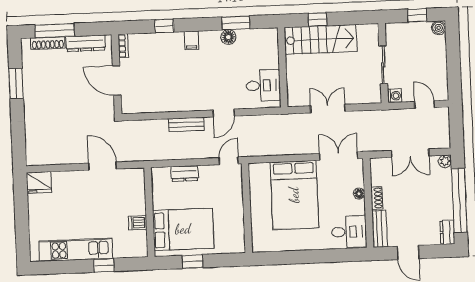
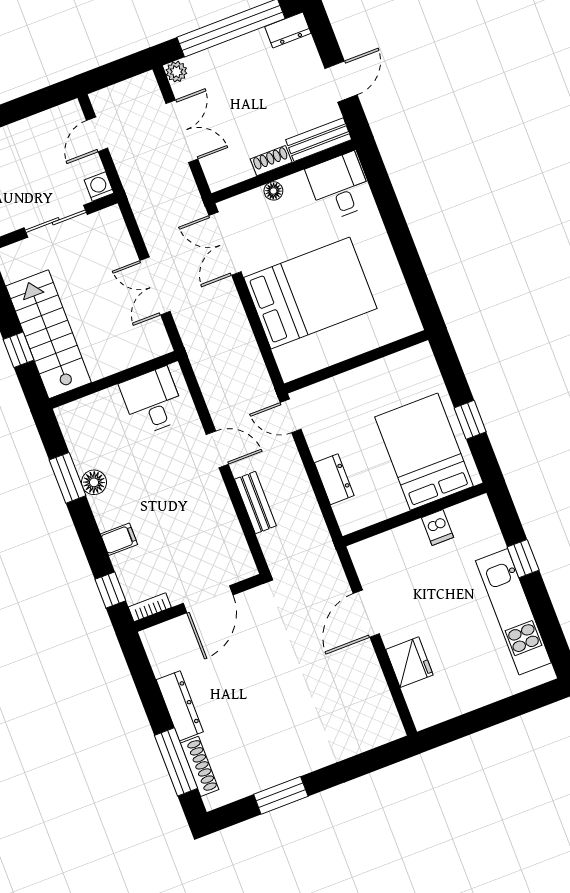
bookcase: (123, 46) -> (150, 607), moved
wall: (116, 74) -> (198, 603), moved
door: (117, 80) -> (208, 599), moved
fridge: (39, 183) -> (409, 662), moved

